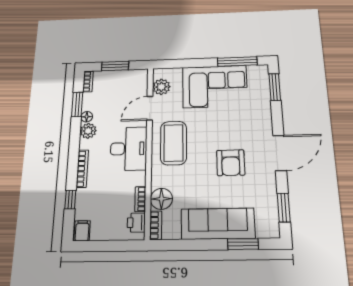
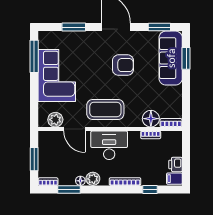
window: (275, 87) -> (74, 27), moved
printer: (136, 223) -> (176, 164), moved, turned 90
sofa: (218, 224) -> (171, 58), moved

